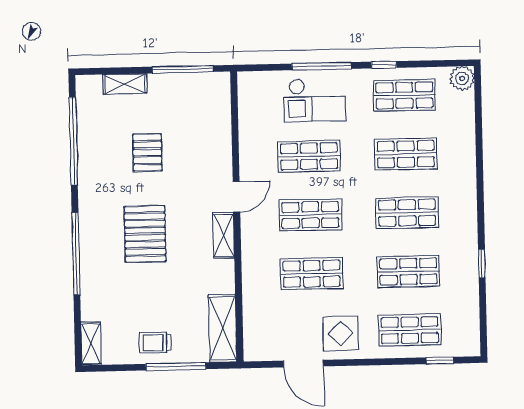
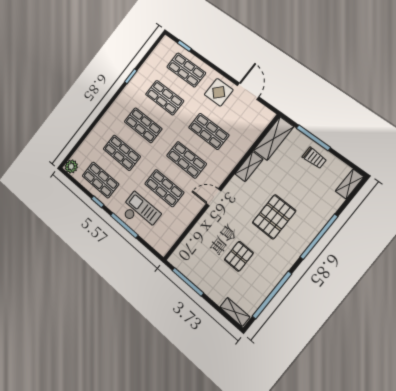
shelving: (125, 84) -> (235, 312), moved
shelving: (224, 235) -> (249, 167), moved

